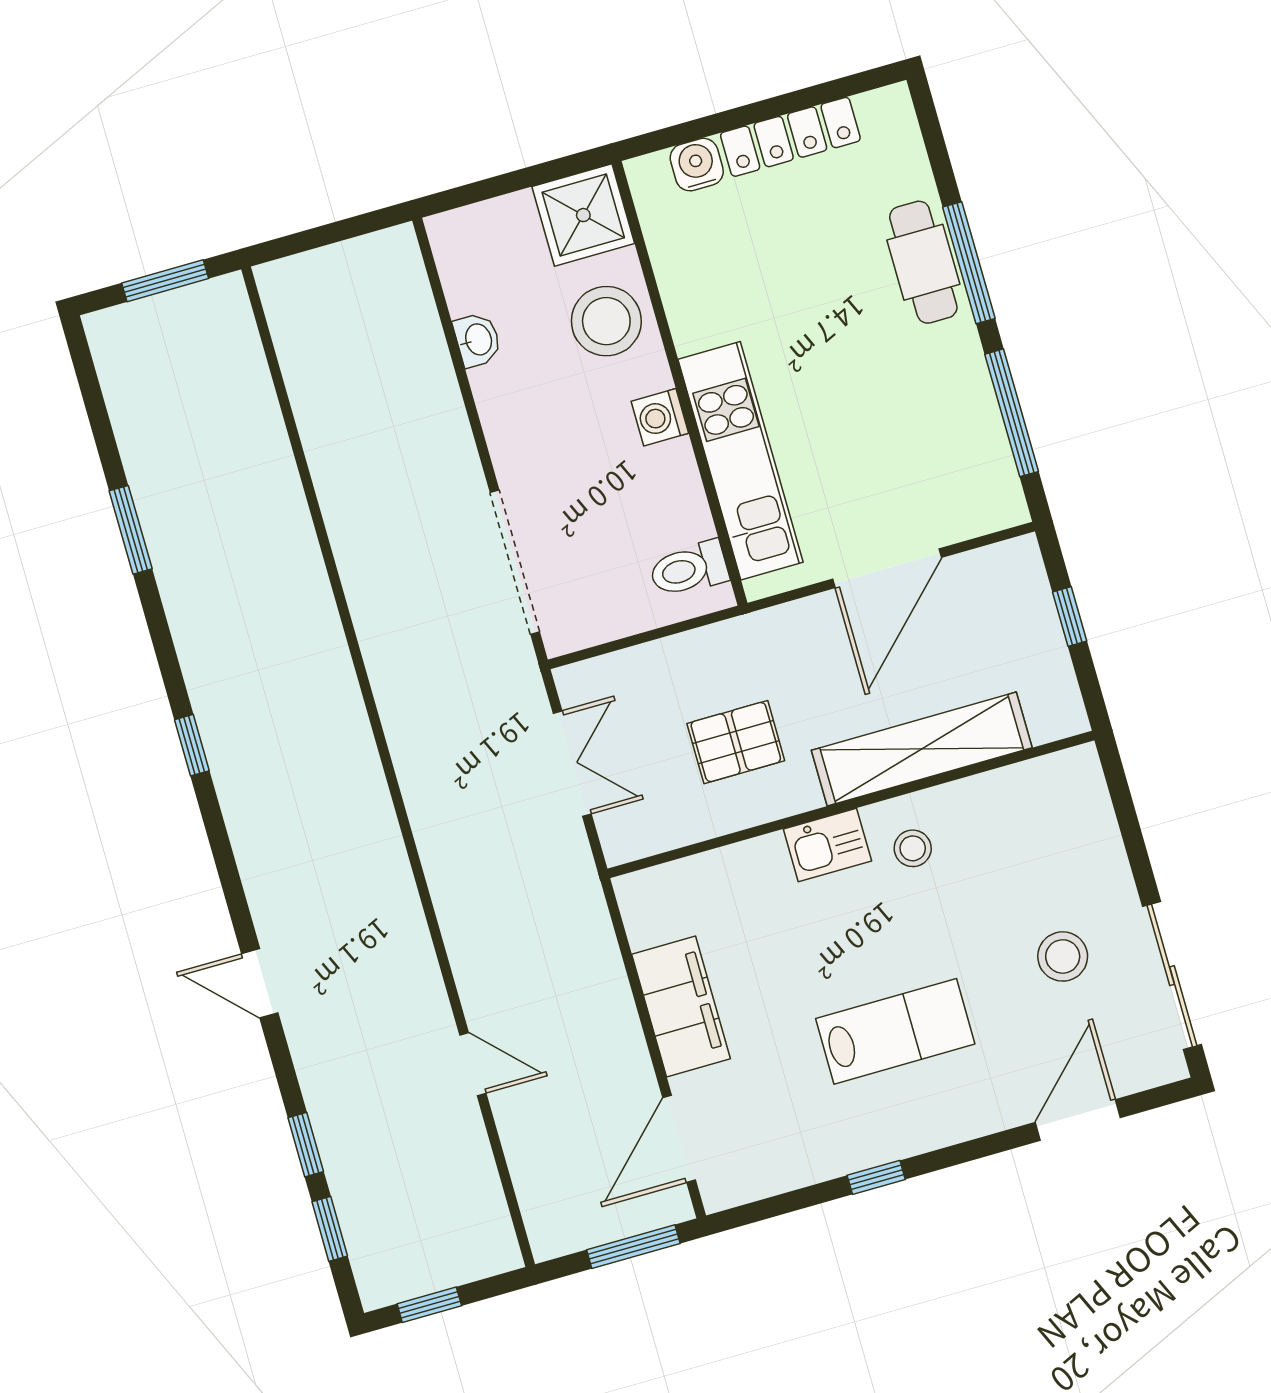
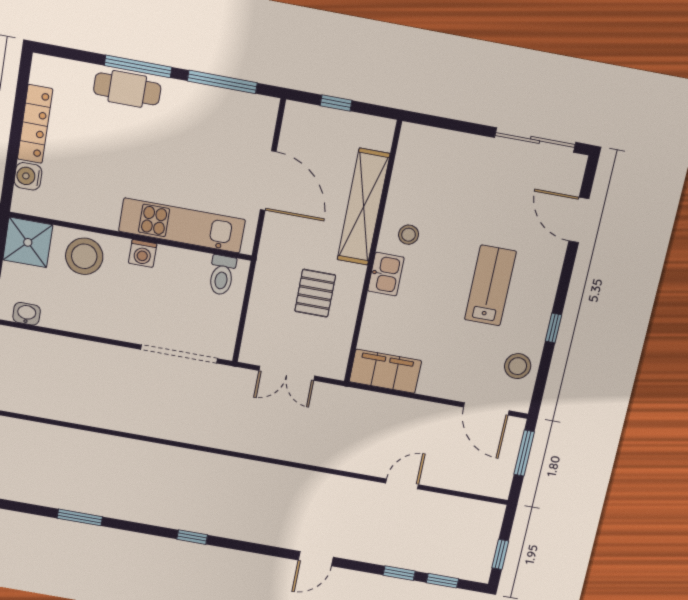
washbasin: (477, 340) -> (27, 314), moved
double door: (572, 764) -> (287, 373), swing flipped
stool: (1063, 956) -> (518, 366), moved
filing cabinet: (681, 1006) -> (385, 371), moved

